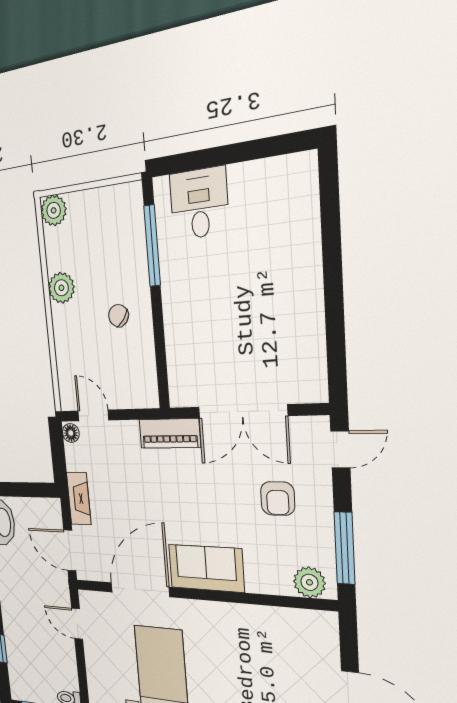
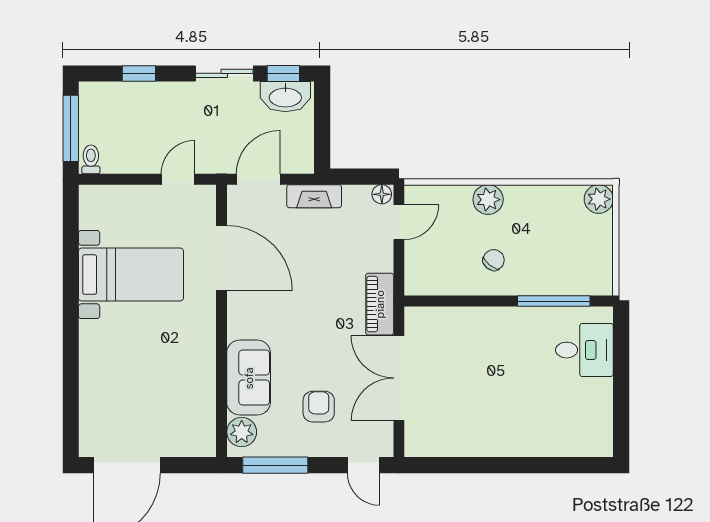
plant: (61, 288) -> (488, 200), moved
armchair: (278, 499) -> (319, 407), turned 90
sofa: (206, 568) -> (249, 378), moved

